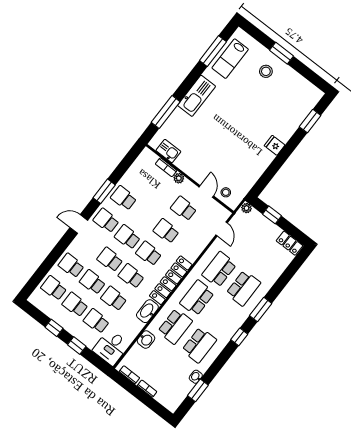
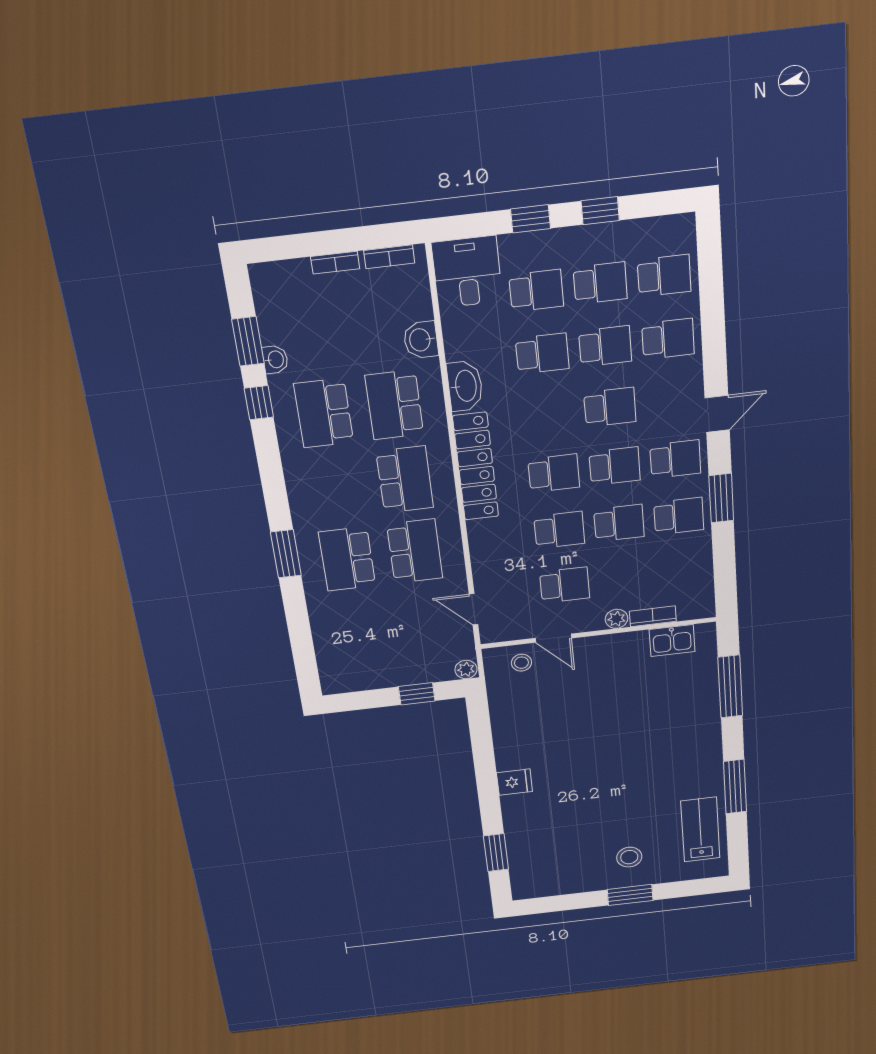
window: (213, 51) -> (735, 787), moved
kitchen sink: (197, 96) -> (703, 745), removed
locker: (289, 243) -> (347, 681), removed
school desk: (131, 276) -> (619, 523), moved
window: (239, 337) -> (259, 403), moved

